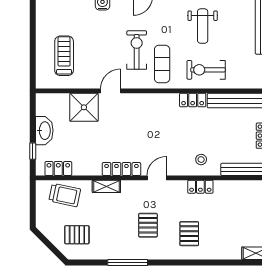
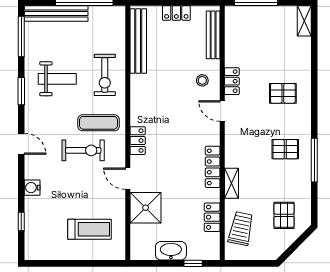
exercise bike: (137, 50) -> (83, 150), turned 180
treadmill: (64, 56) -> (90, 229), turned 180
locker: (193, 100) -> (138, 141), moved
locker: (58, 169) -> (212, 217), moved
door: (157, 178) -> (222, 111), moved
pallet: (148, 225) -> (285, 149), moved

